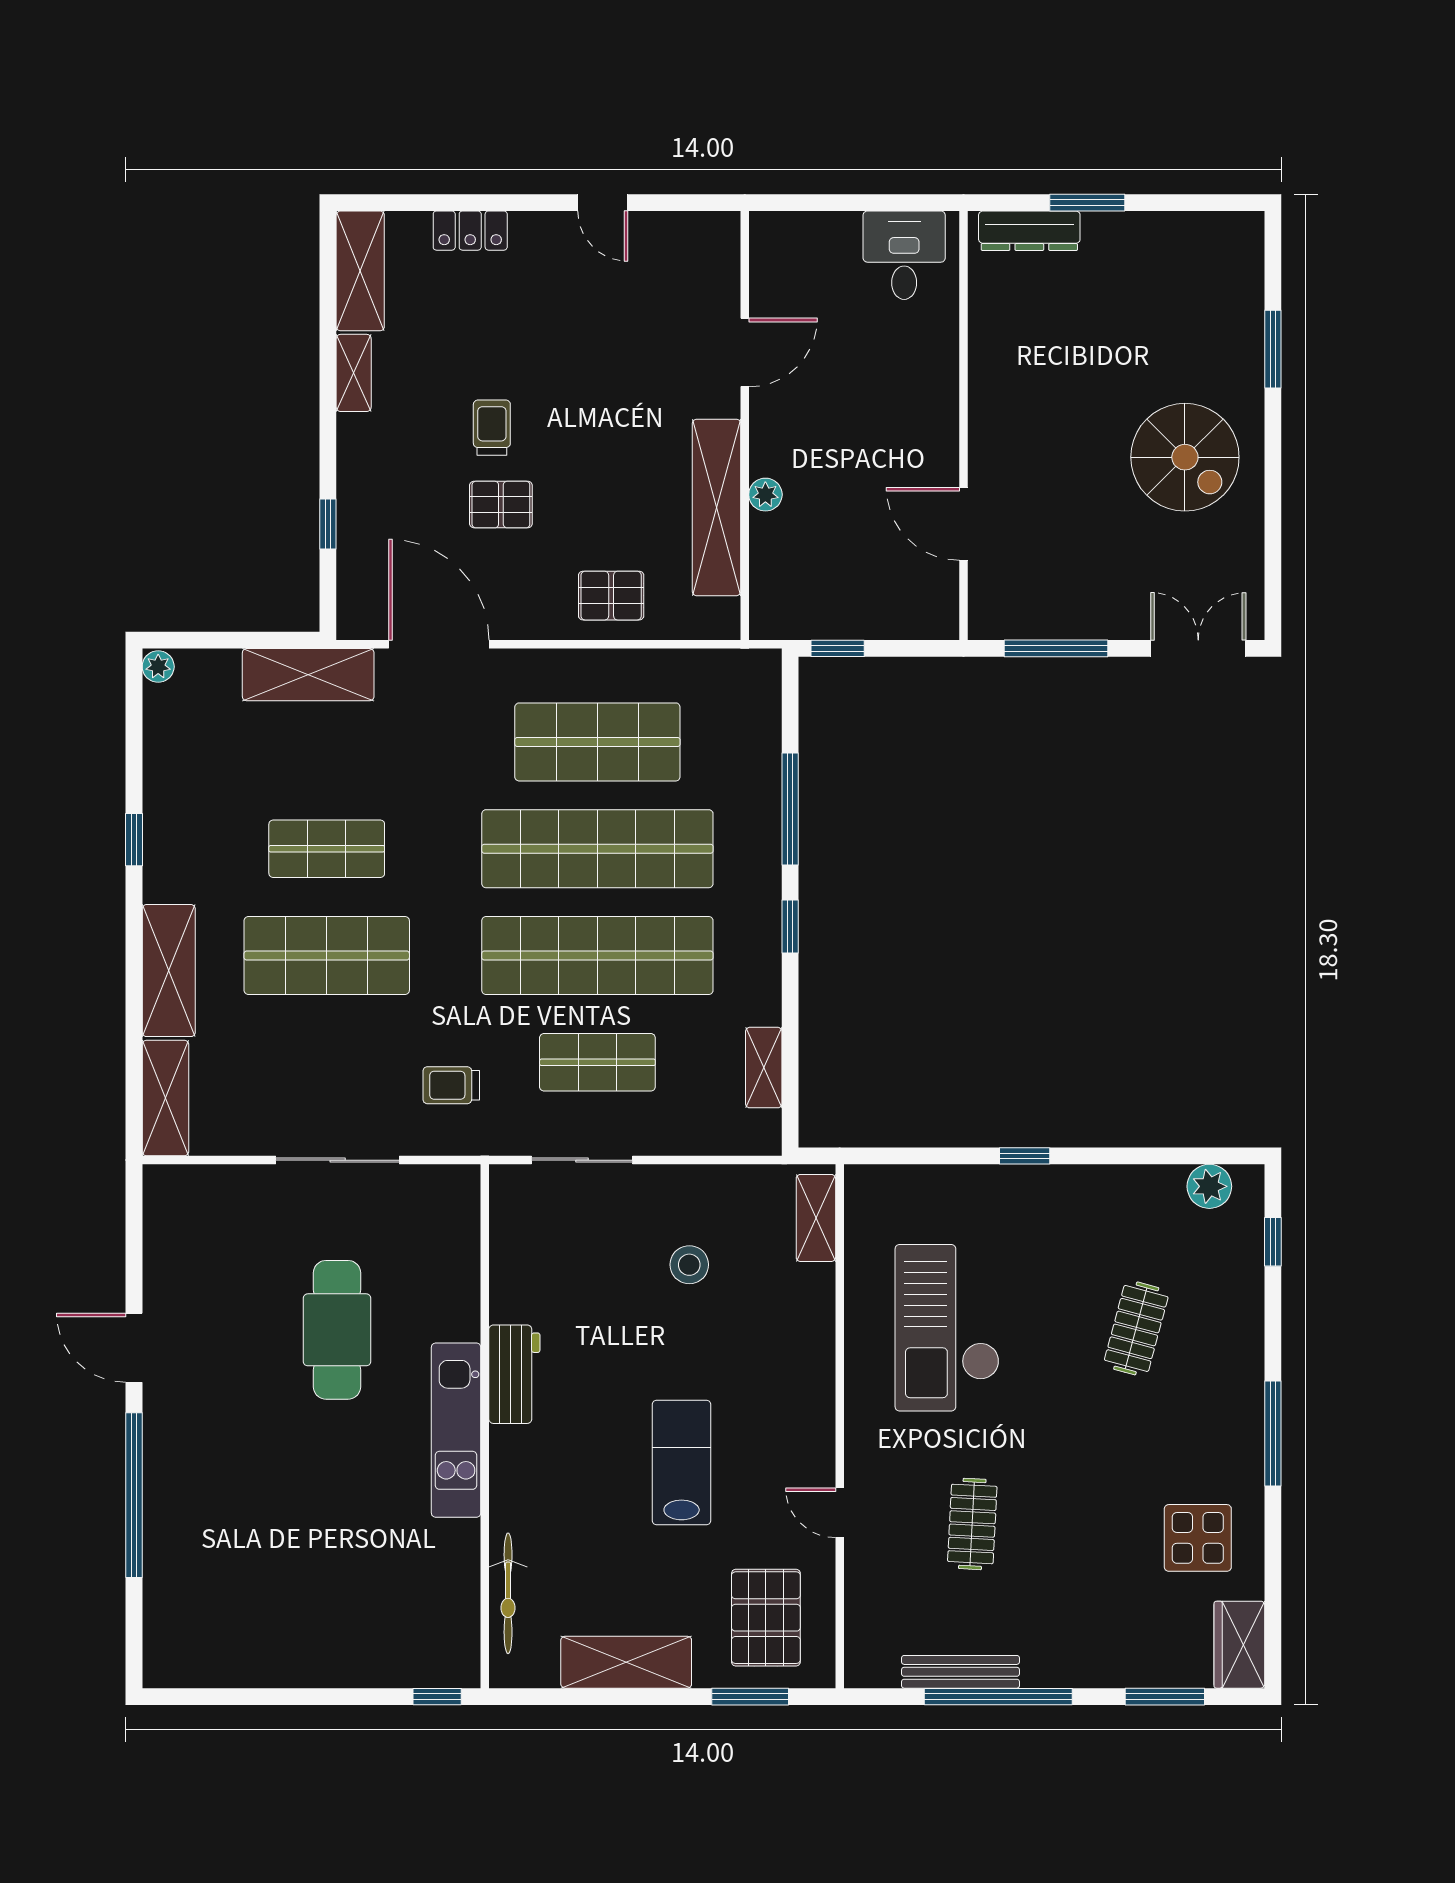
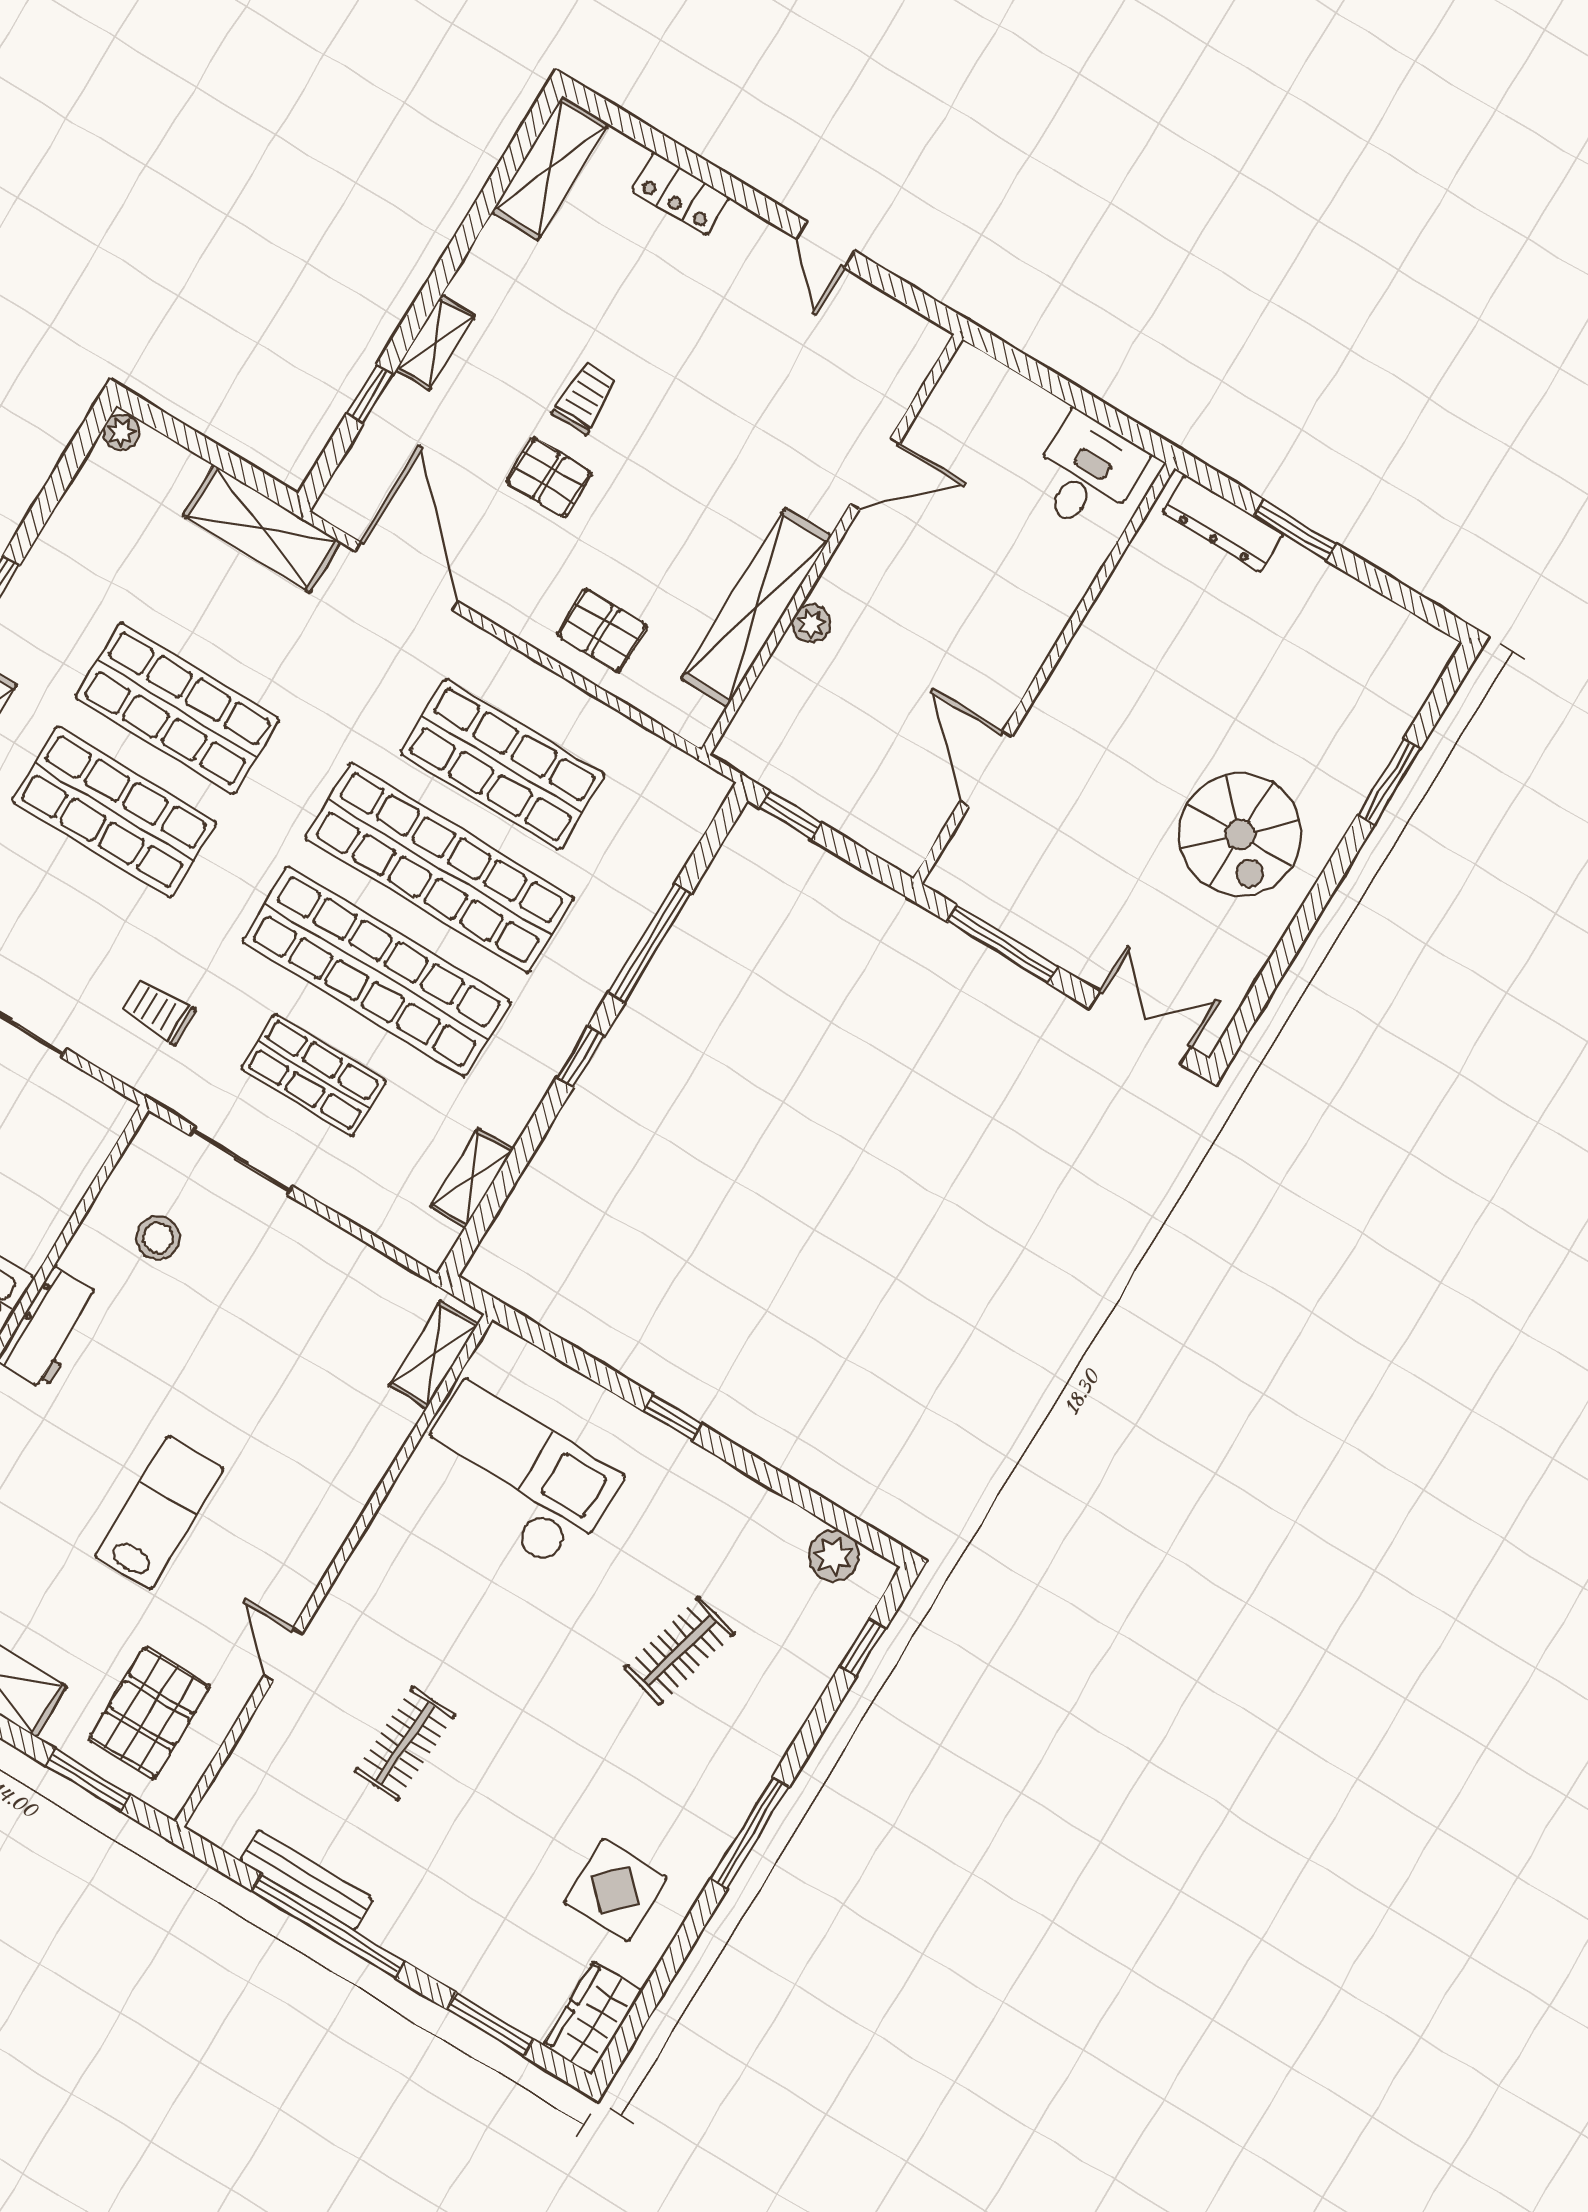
shelving: (354, 373) -> (435, 342), moved
shop shelf: (327, 849) -> (177, 708), width x1.43, depth x1.36
stool: (689, 1265) -> (158, 1238), moved
checkout: (947, 1328) -> (515, 1477), moved, turned 90

